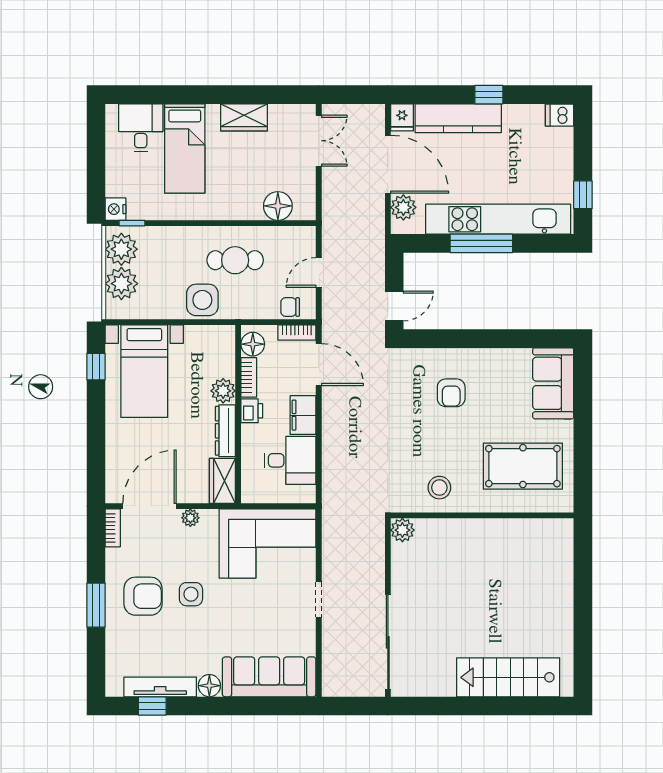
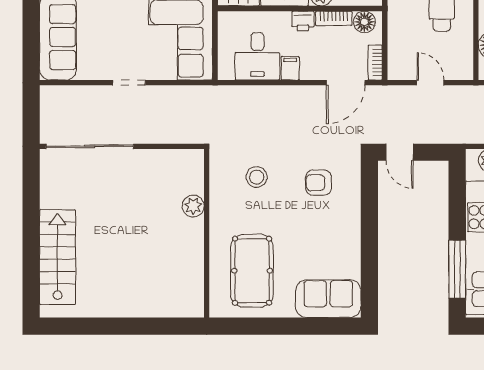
window: (481, 243) -> (457, 269), moved
chair: (290, 307) -> (399, 56), removed
armchair: (451, 393) -> (318, 183), moved
filing cabinet: (303, 415) -> (290, 68), width x0.50
stool: (439, 488) -> (257, 177), moved
plant: (402, 530) -> (193, 206), moved

